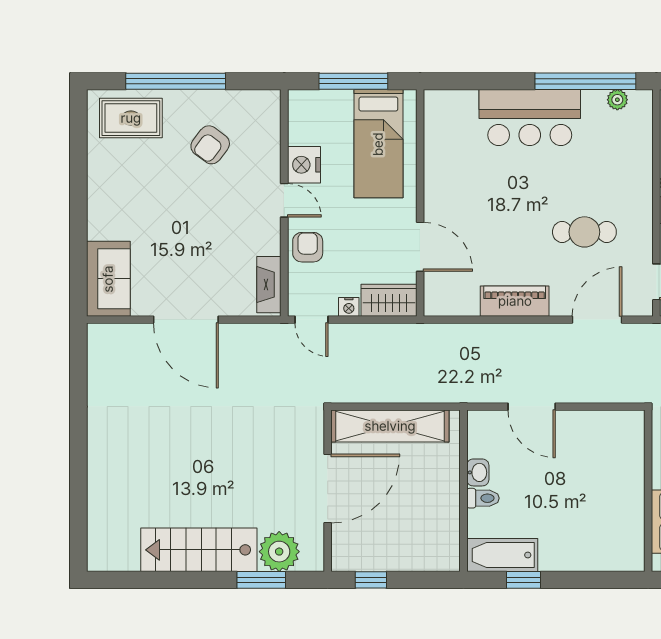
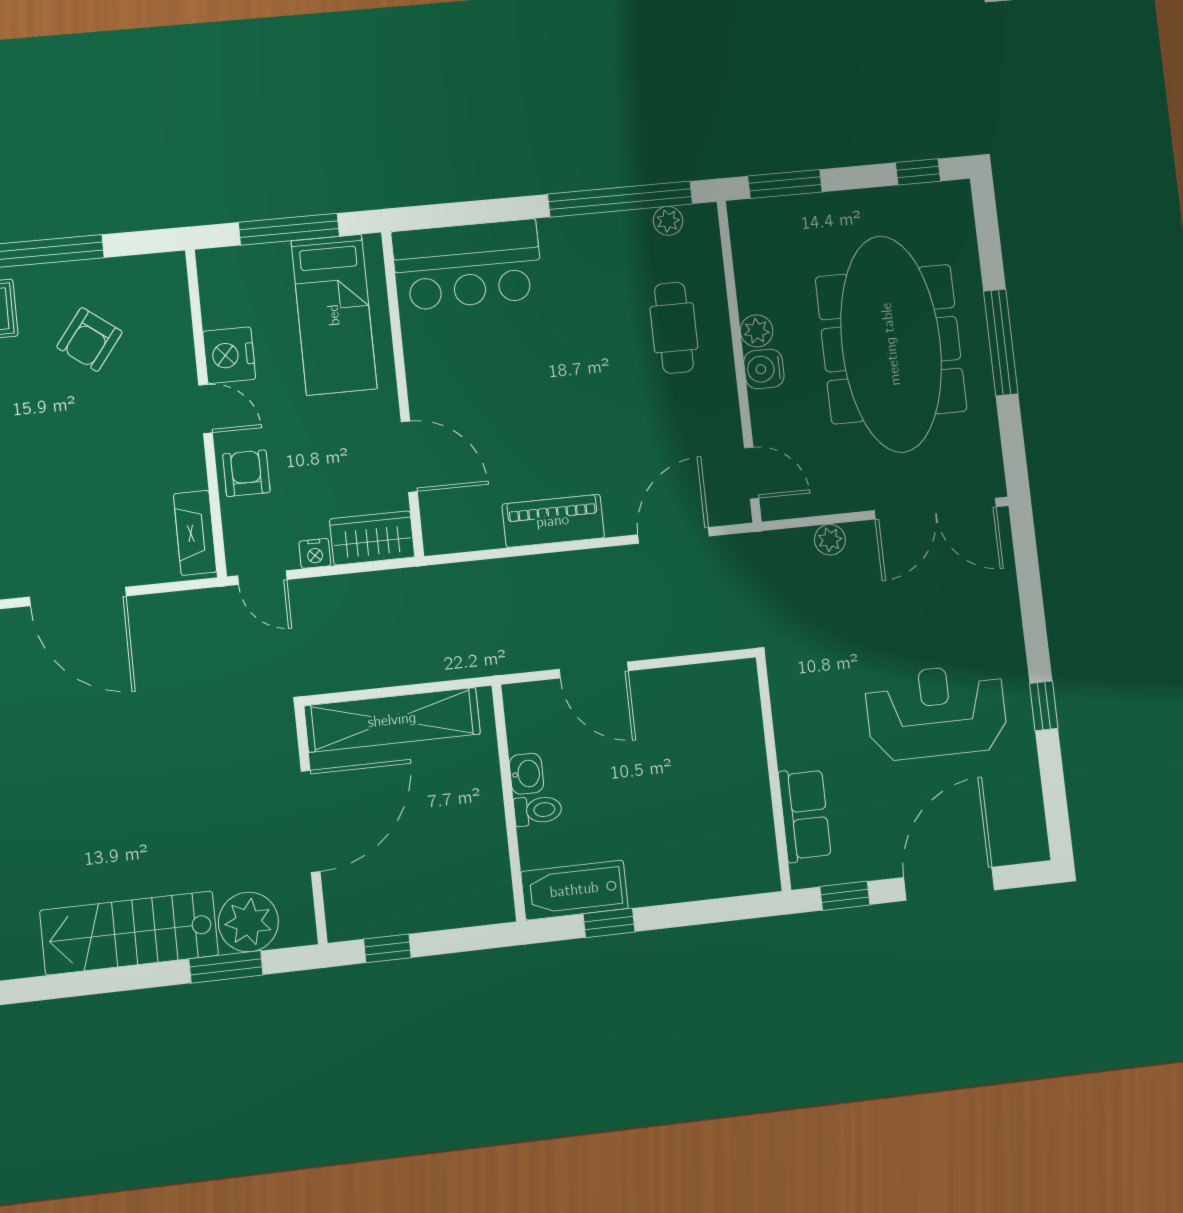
bar counter: (530, 118) -> (467, 265), moved
cafe table: (584, 232) -> (674, 328), moved, turned 90

